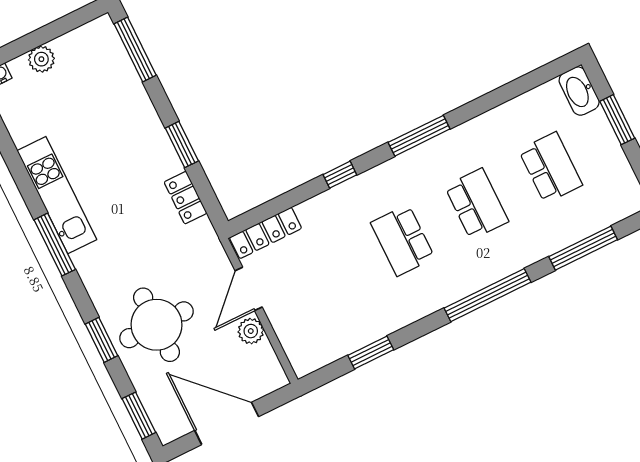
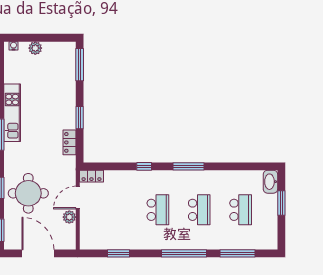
locker: (266, 233) -> (91, 176), width x0.66
school desk: (403, 240) -> (158, 210), turned 180

